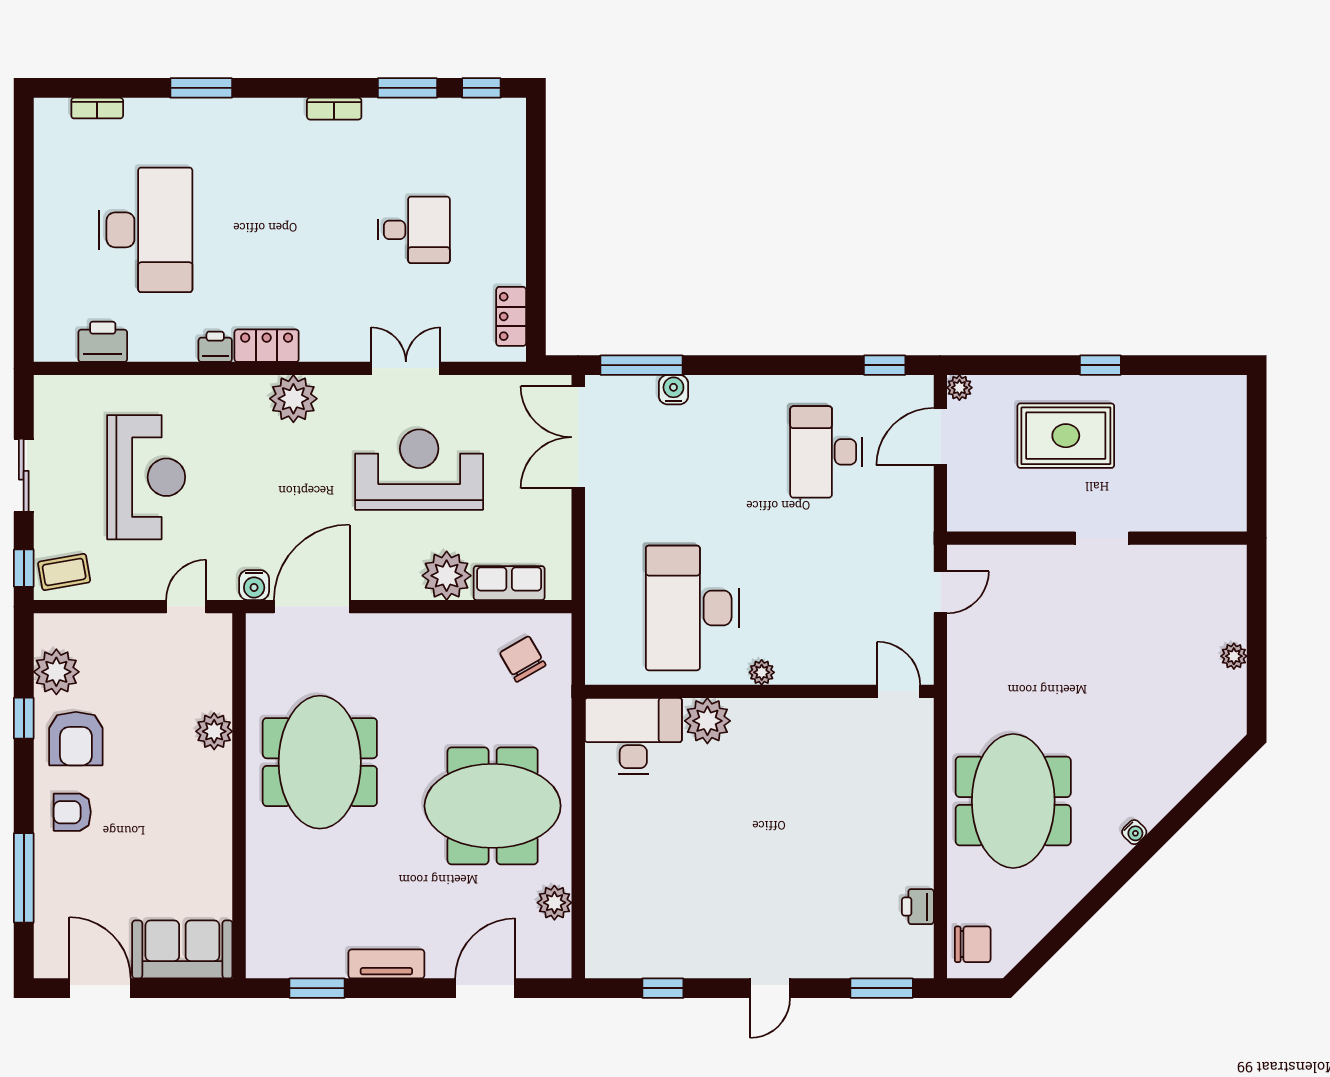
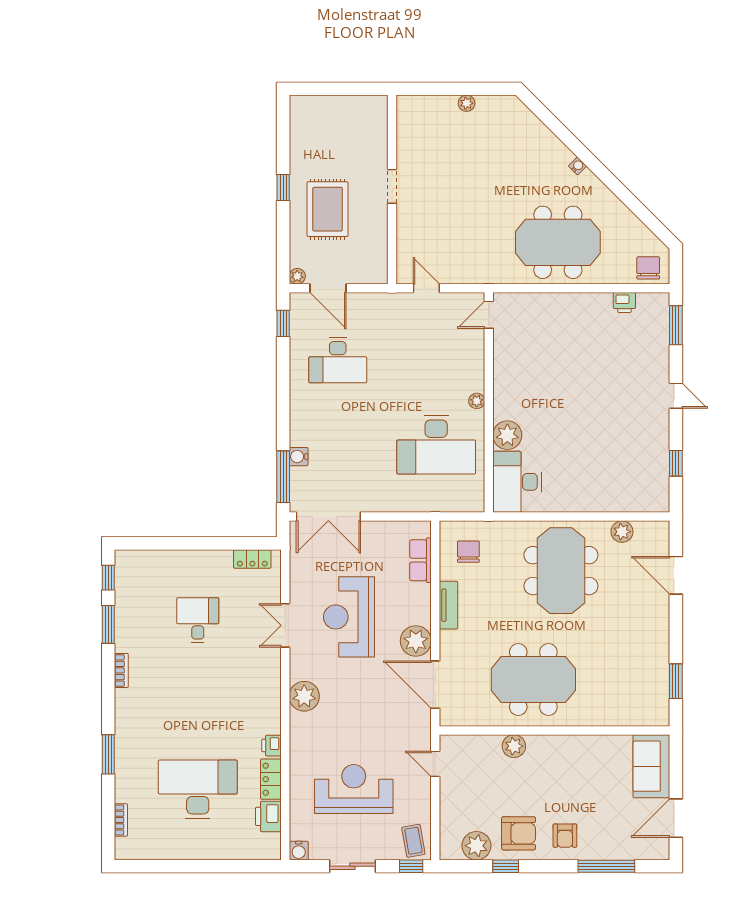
locker: (267, 346) -> (271, 779), moved
plant: (447, 576) -> (416, 641), moved
water cooler: (254, 585) -> (299, 851), moved, turned 90
chair: (523, 659) -> (468, 552), turned 120
tv unit: (386, 964) -> (449, 605), moved, turned 180

